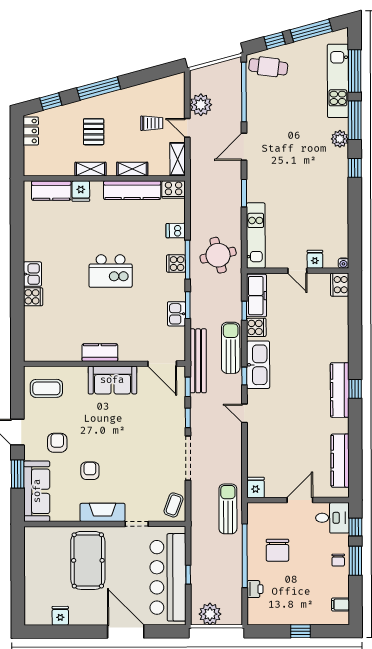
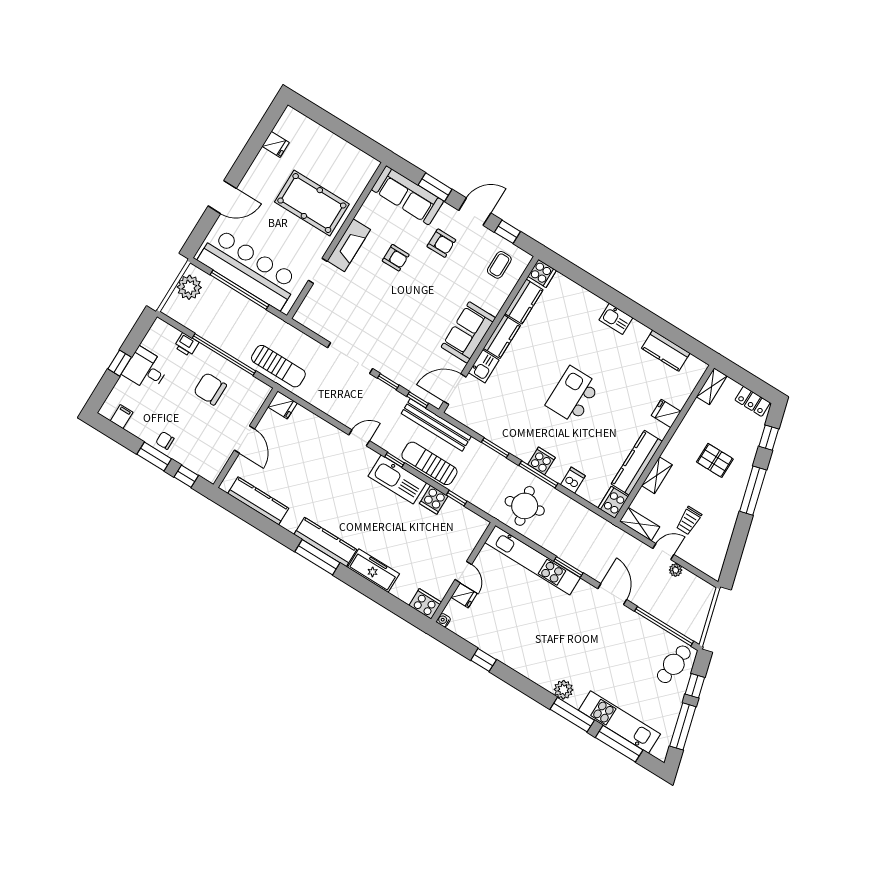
plant: (201, 105) -> (676, 570), width x0.53, depth x0.53
window: (355, 168) -> (484, 660), moved
shelving: (90, 169) -> (712, 386), moved
kitchen counter: (51, 191) -> (666, 351), moved, turned -90
kitchen unit: (256, 236) -> (532, 560), width x1.36
door: (297, 271) -> (463, 572), swing flipped
freezer: (257, 296) -> (373, 571), moved, turned 180
cooker: (33, 297) -> (542, 273), moved, turned -90
kitchen sink: (176, 314) -> (484, 366), moved, turned 90
sun lounger: (231, 348) -> (429, 463), turned 180
kitchen counter: (63, 352) -> (524, 302), added
coffee table: (46, 388) -> (499, 265), width x0.73, depth x0.77
window: (355, 389) -> (317, 557), width x2.17
window: (17, 398) -> (507, 232), added
coffee table: (173, 505) -> (314, 317), removed
desk: (332, 518) -> (146, 369), moved, turned 90
window: (188, 575) -> (239, 290), width x3.17
door: (126, 632) -> (222, 197), width x0.73

